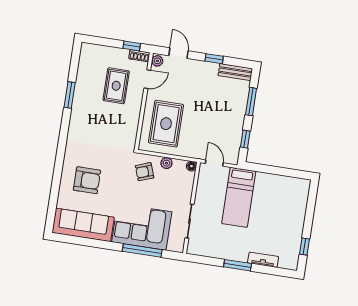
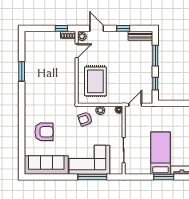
rug: (116, 86) -> (55, 59), removed
door: (214, 163) -> (135, 105), hinge flipped
bed: (239, 197) -> (160, 153), moved, turned 180

